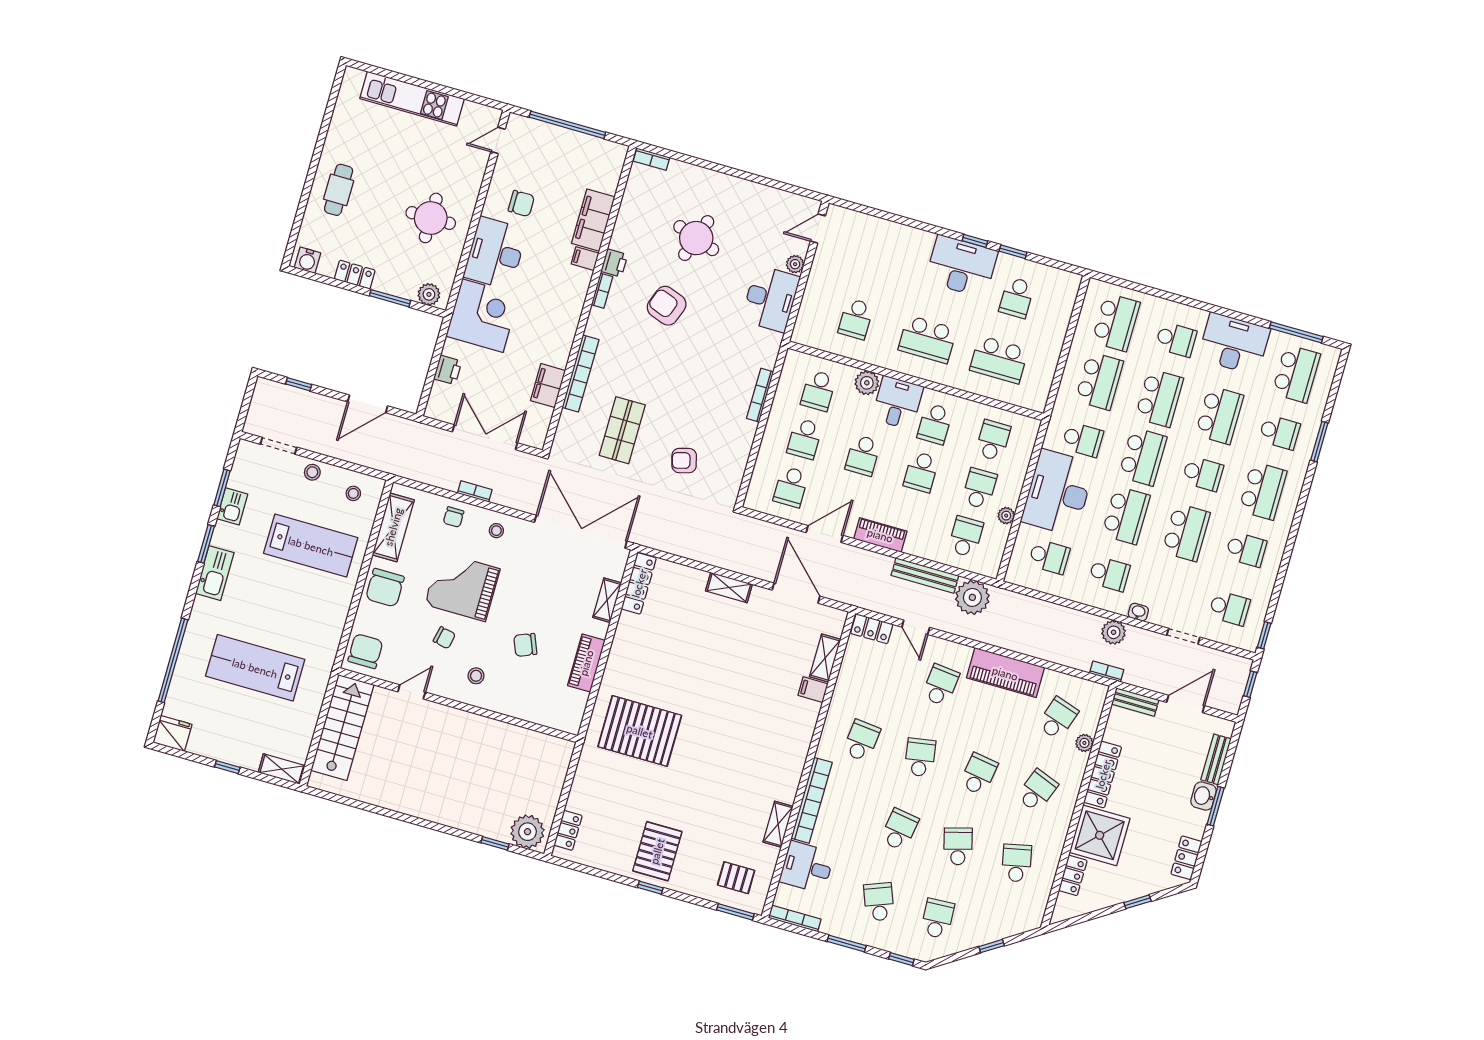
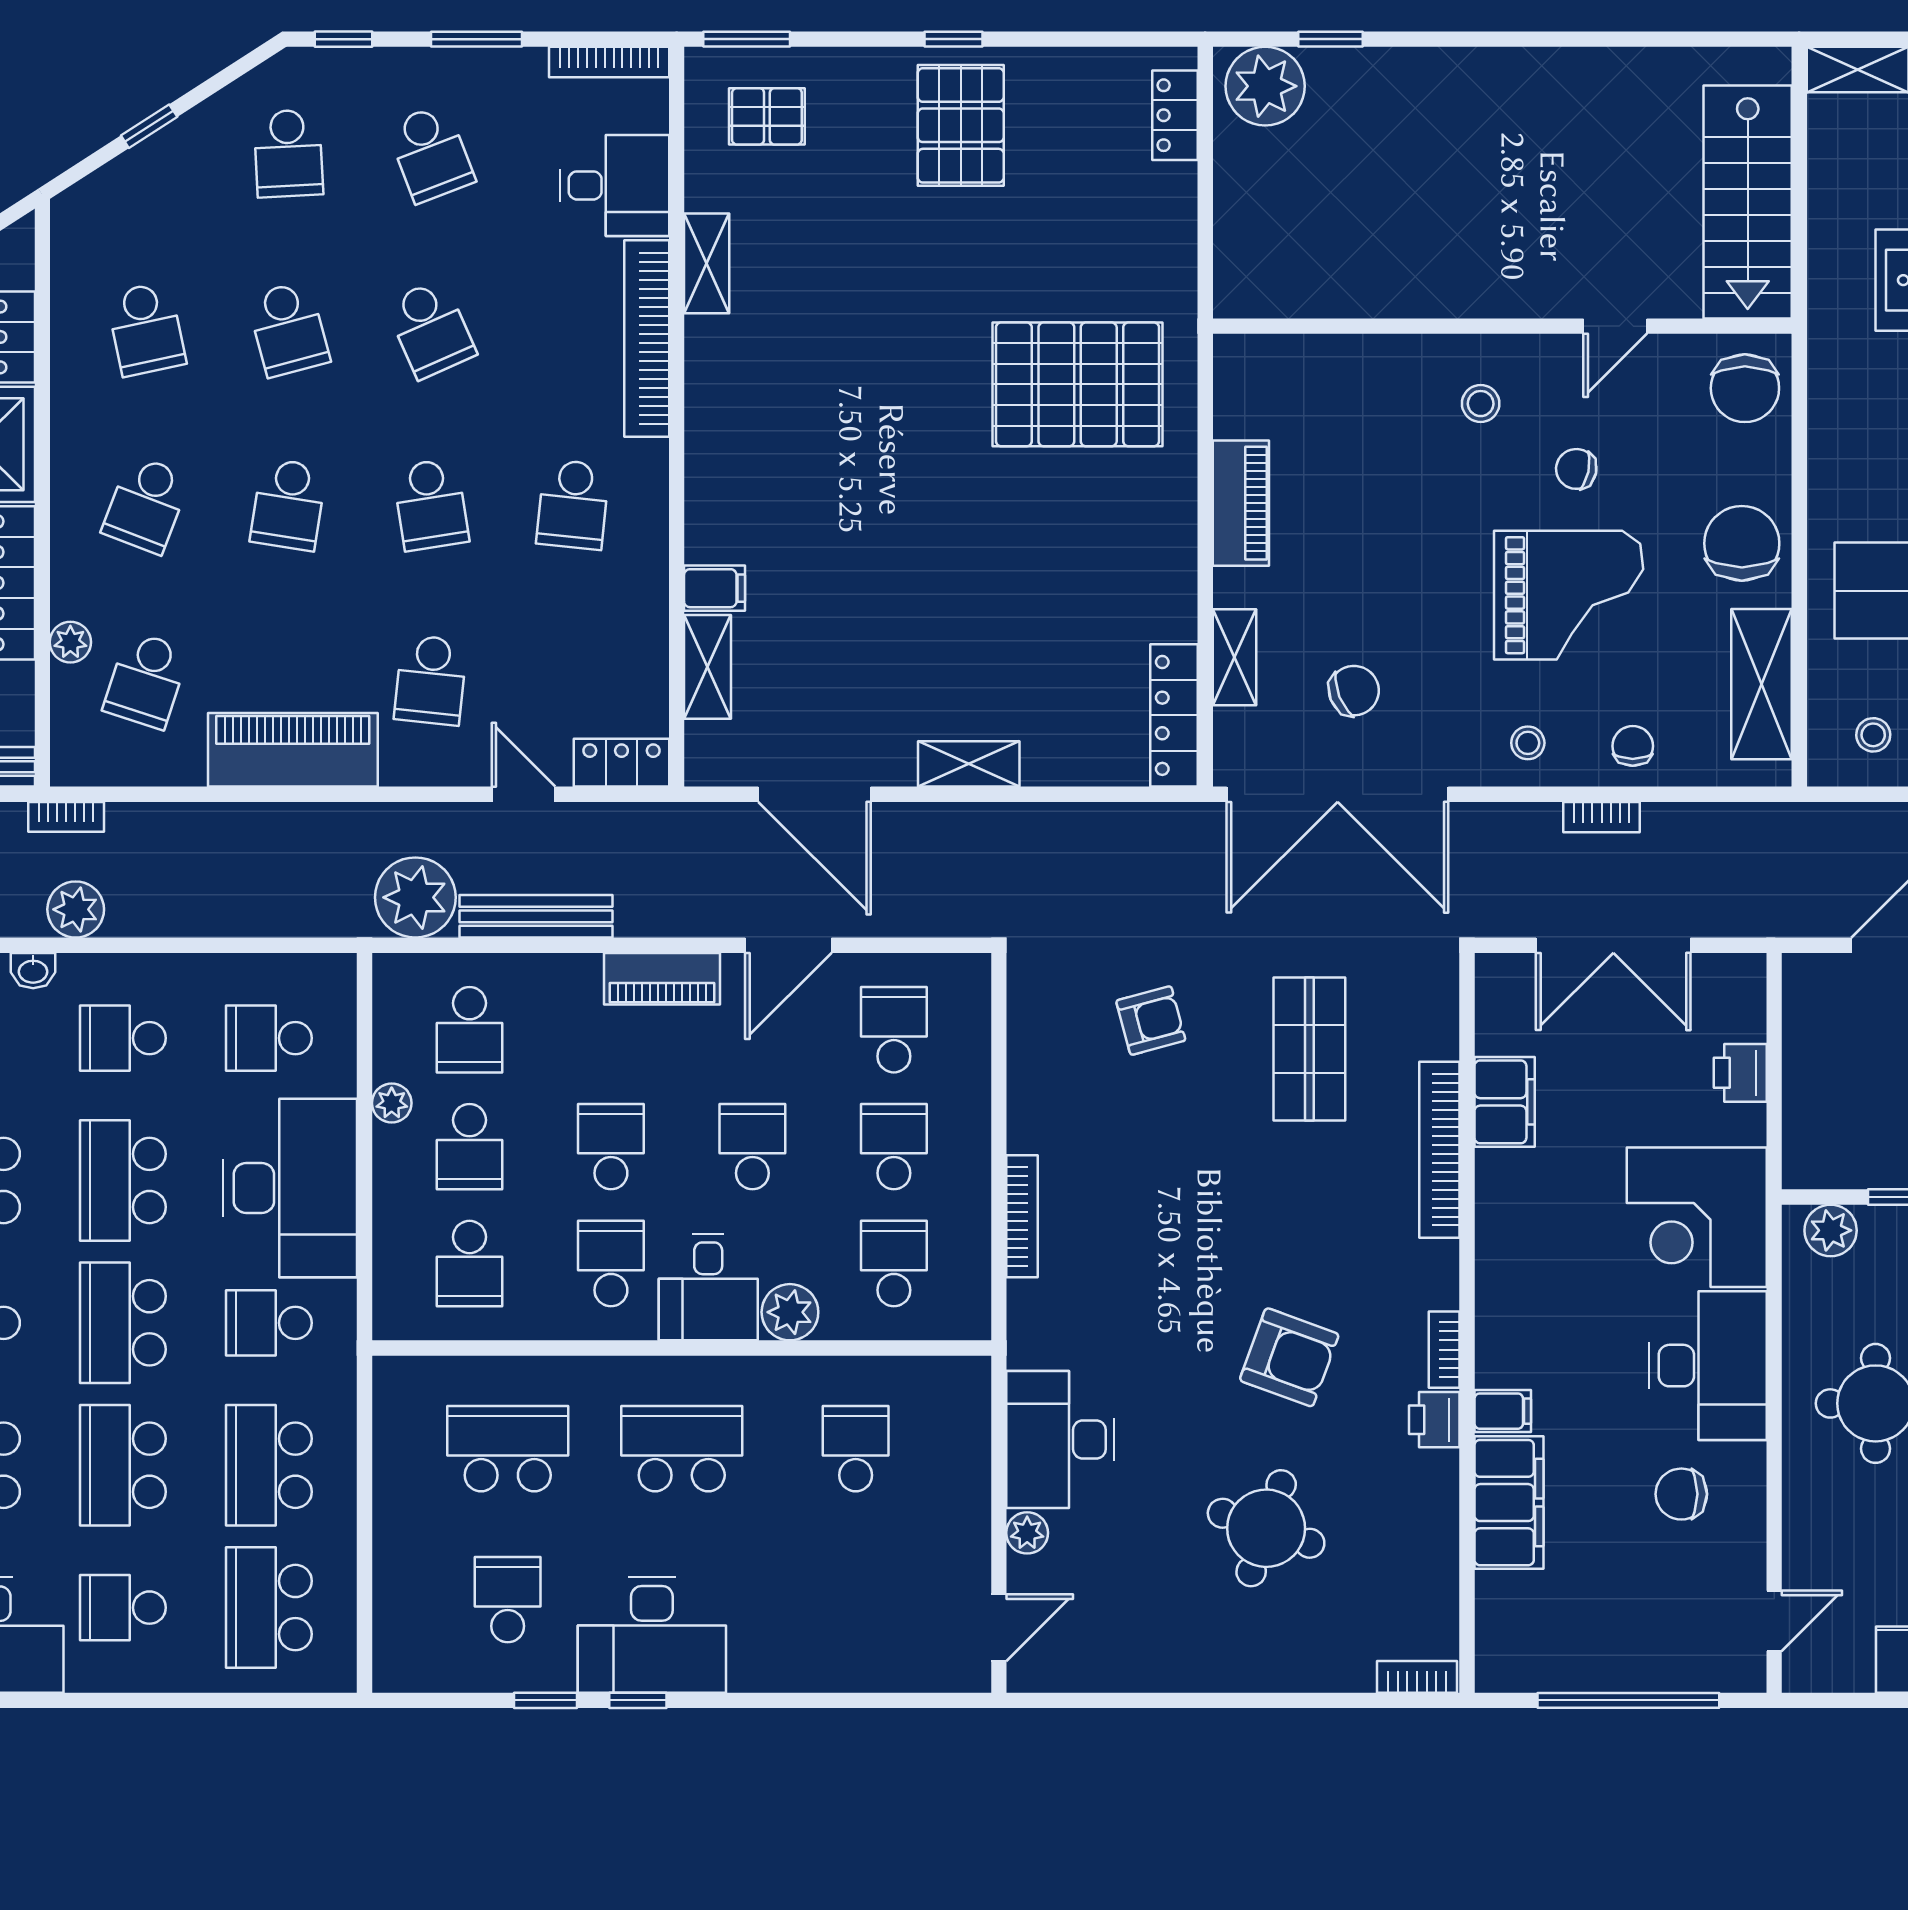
chair: (525, 645) -> (1354, 691), moved
school desk: (899, 830) -> (431, 329), turned -33

